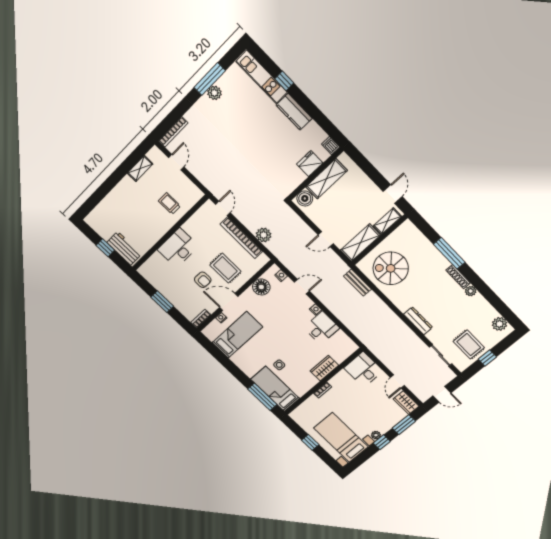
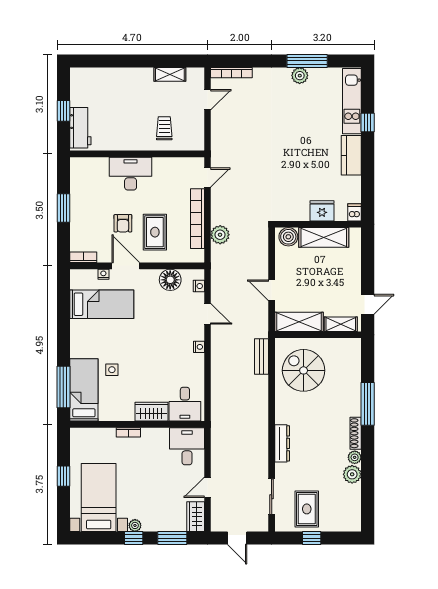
plant: (499, 324) -> (352, 474), moved
desk: (321, 328) -> (185, 404), moved, turned 90

